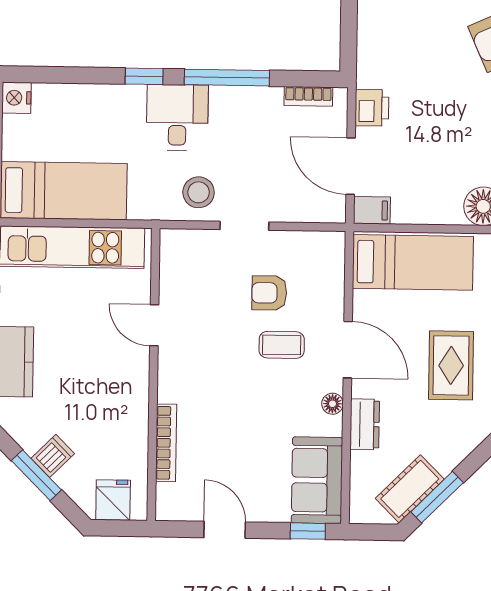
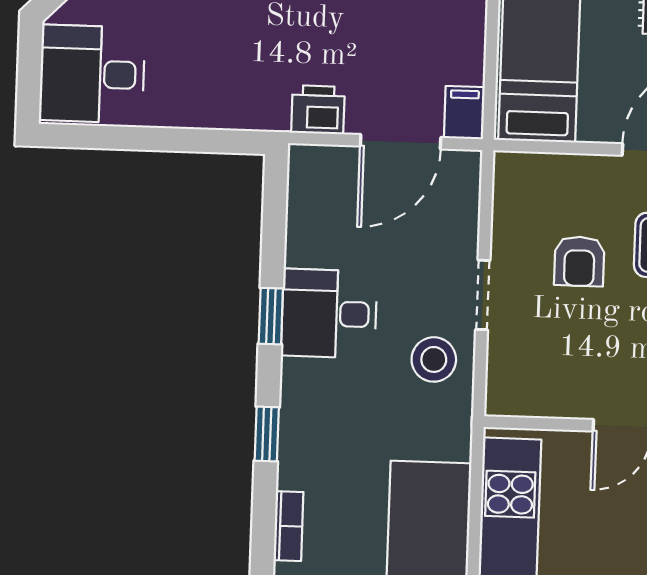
window: (227, 78) -> (271, 316), width x0.46
bookcase: (308, 96) -> (288, 526), moved
desk: (177, 118) -> (329, 314), moved

